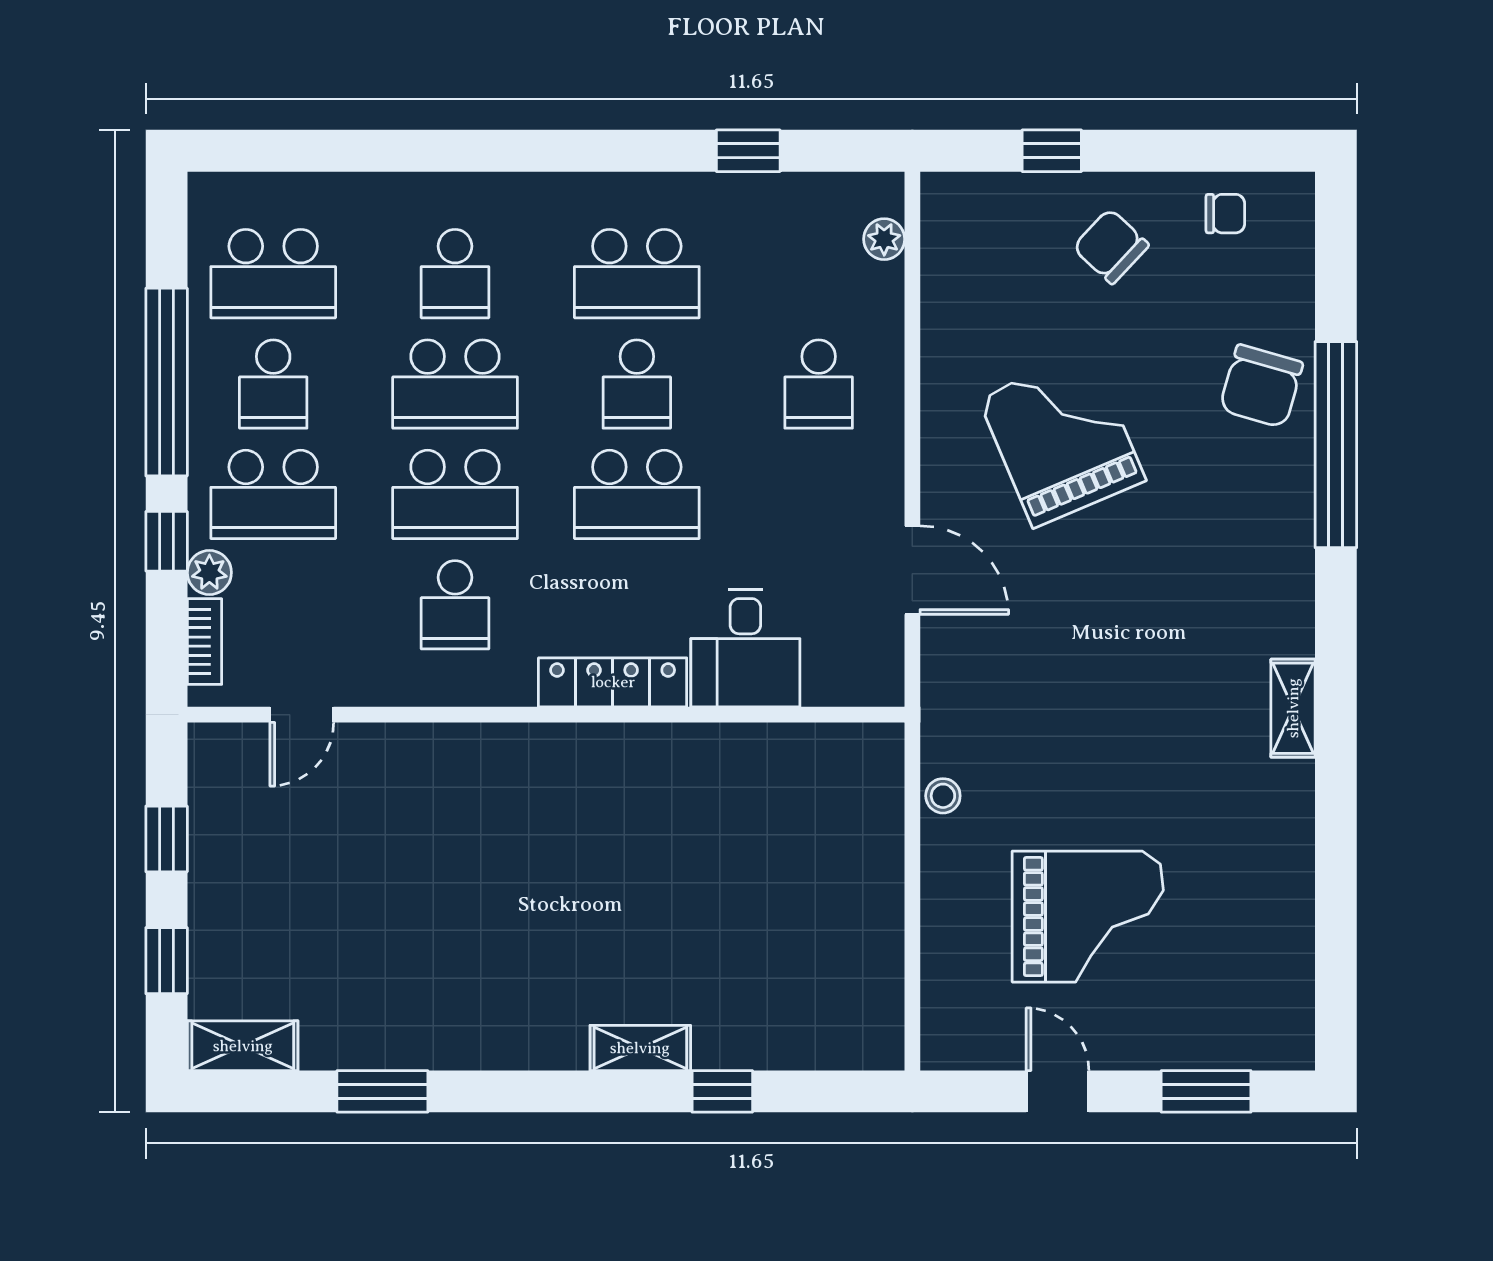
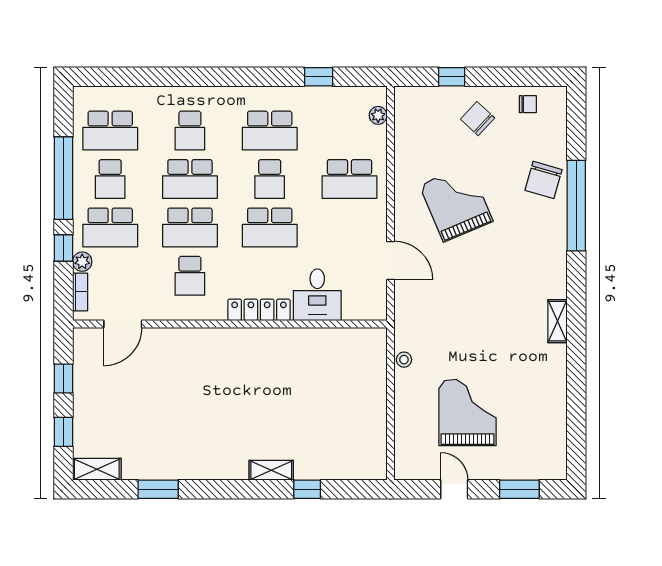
school desk: (819, 384) -> (349, 179), width x1.85
door: (302, 715) -> (123, 324), width x1.38
grand piano: (1088, 917) -> (468, 413), turned -90

